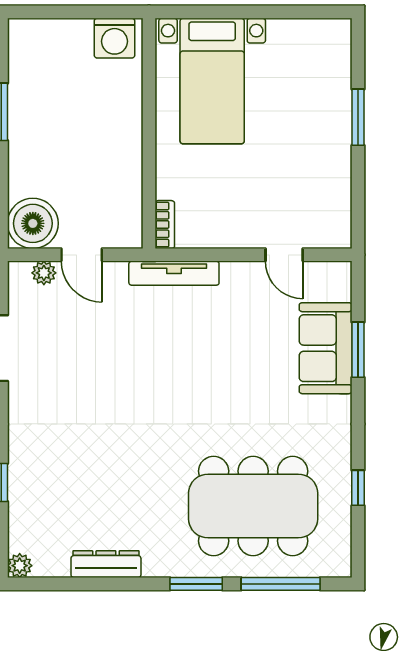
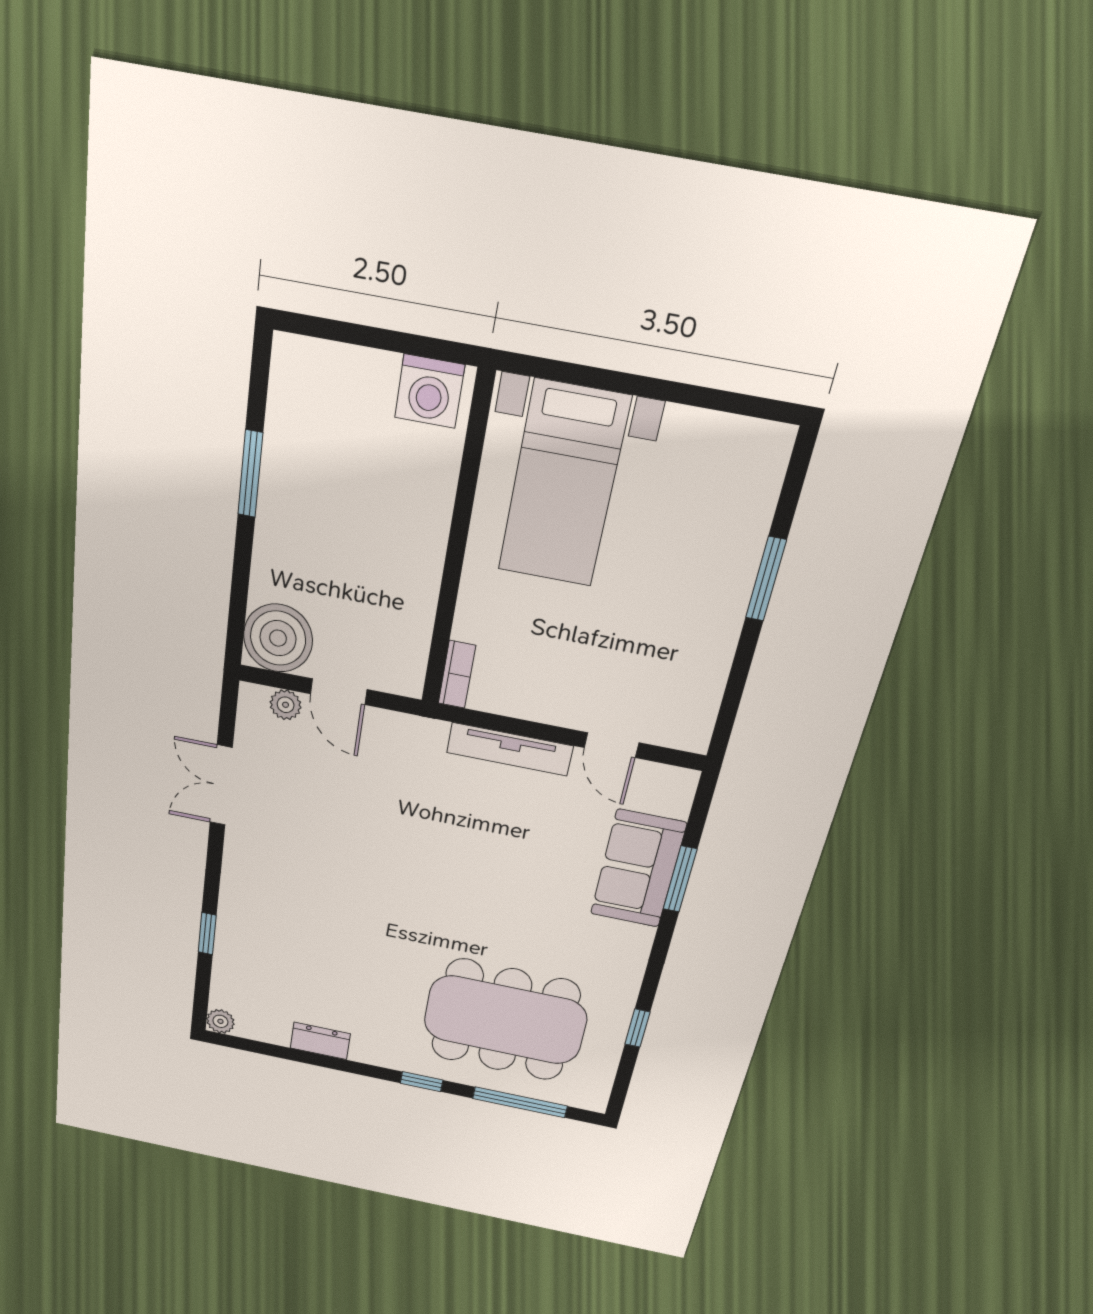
tv unit: (174, 273) -> (510, 749), moved
dresser: (106, 564) -> (320, 1041), width x0.70
window: (196, 584) -> (422, 1082), width x0.67

